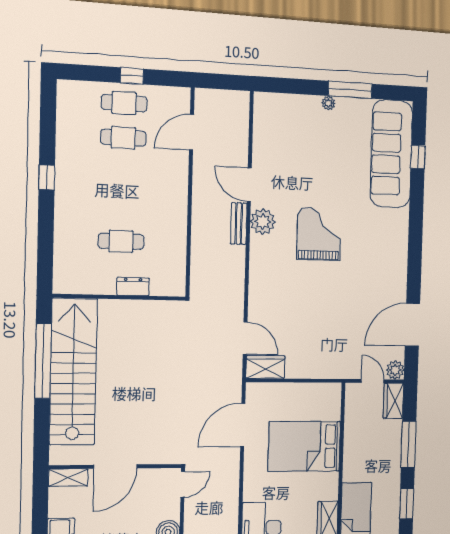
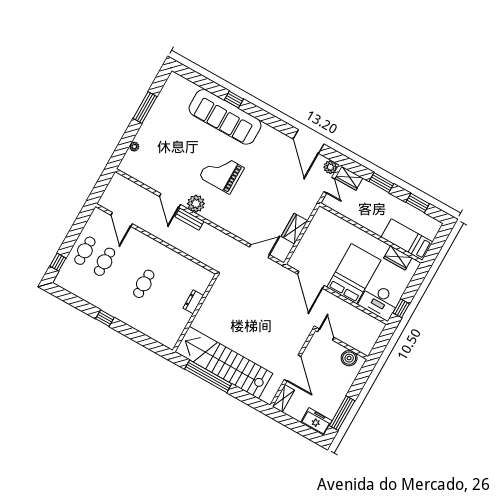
window: (132, 76) -> (58, 262), moved
plant: (328, 103) -> (134, 147), moved
sofa: (391, 154) -> (225, 117), moved
window: (418, 157) -> (234, 99), moved
door: (249, 185) -> (170, 200), hinge flipped
cafe table: (121, 241) -> (144, 284), moved
wardrobe: (265, 367) -> (294, 229), moved
door: (373, 381) -> (329, 185), swing flipped
window: (409, 444) -> (381, 183), width x0.69
bed: (304, 446) -> (354, 274), moved, turned 180

